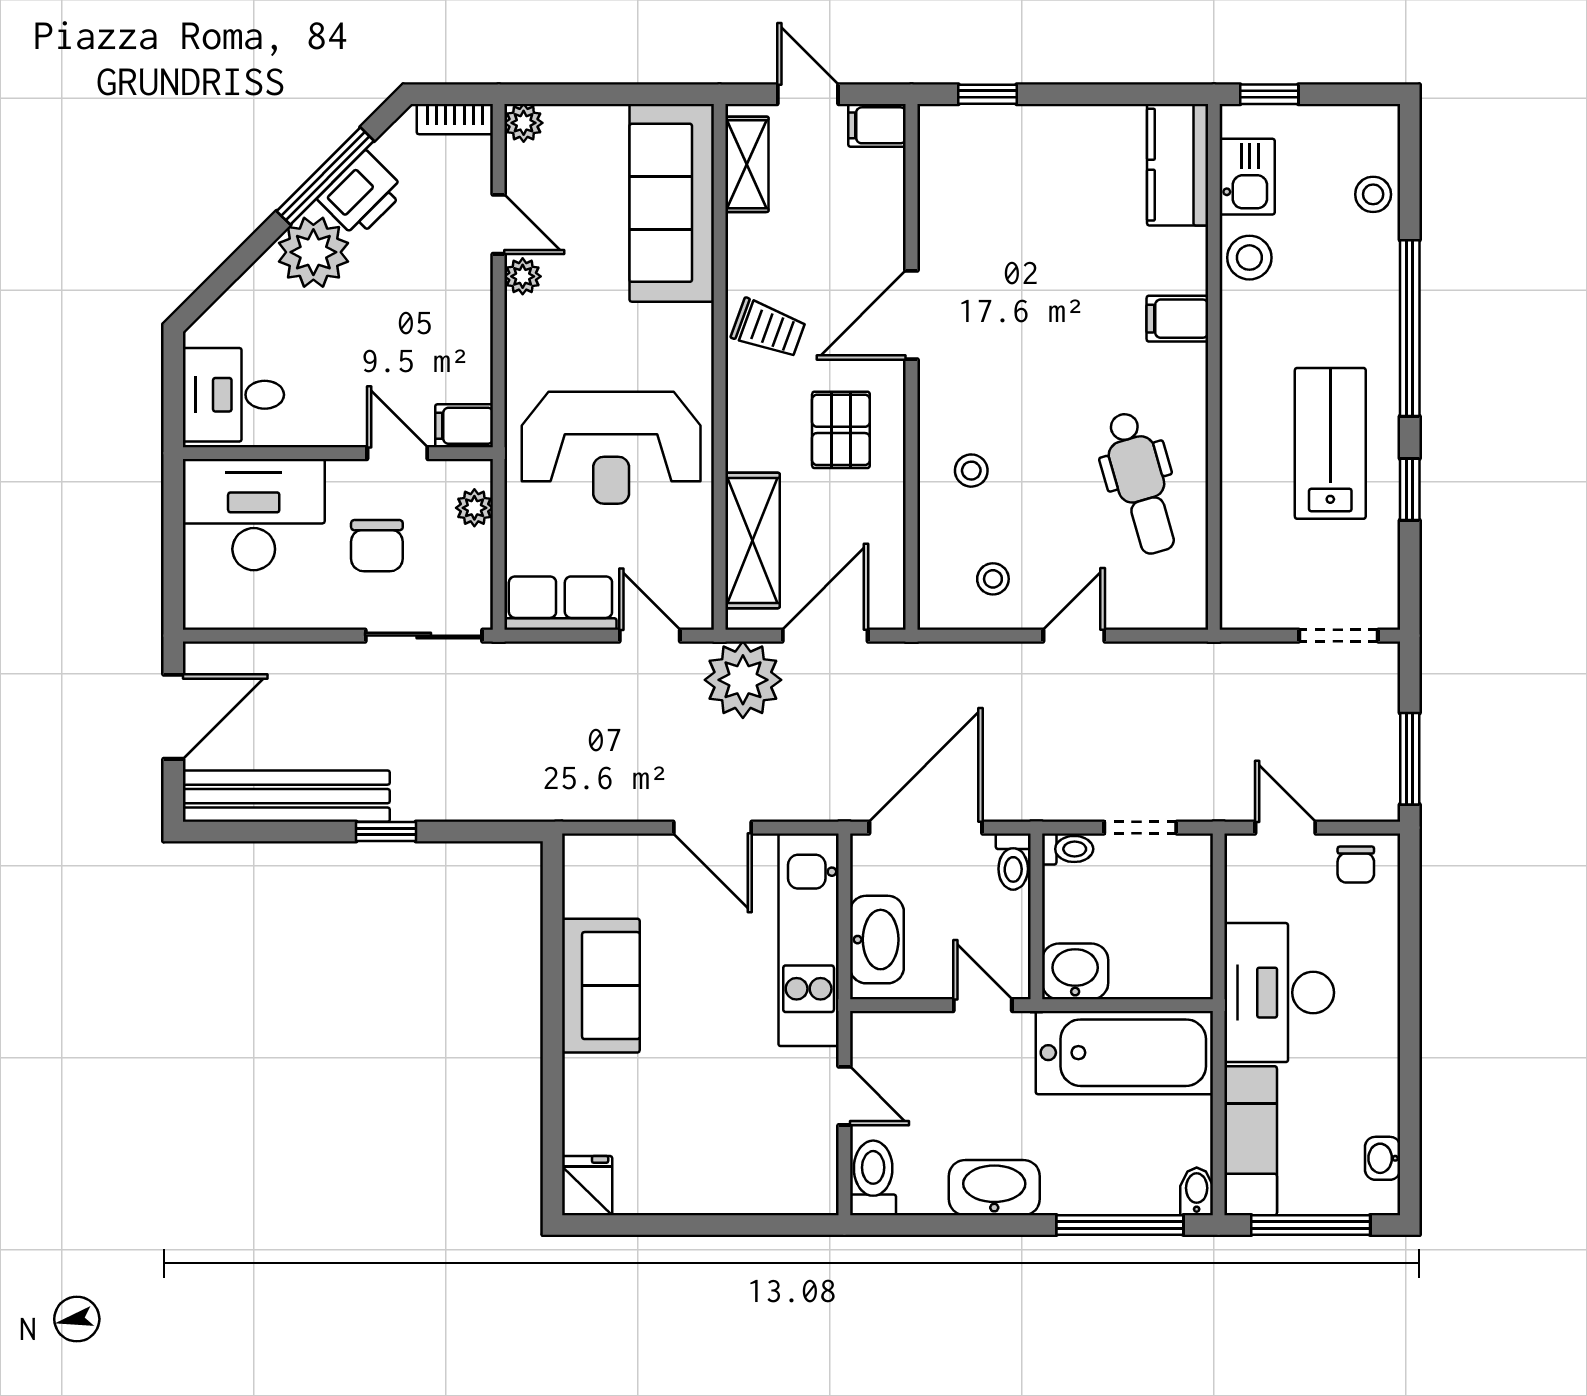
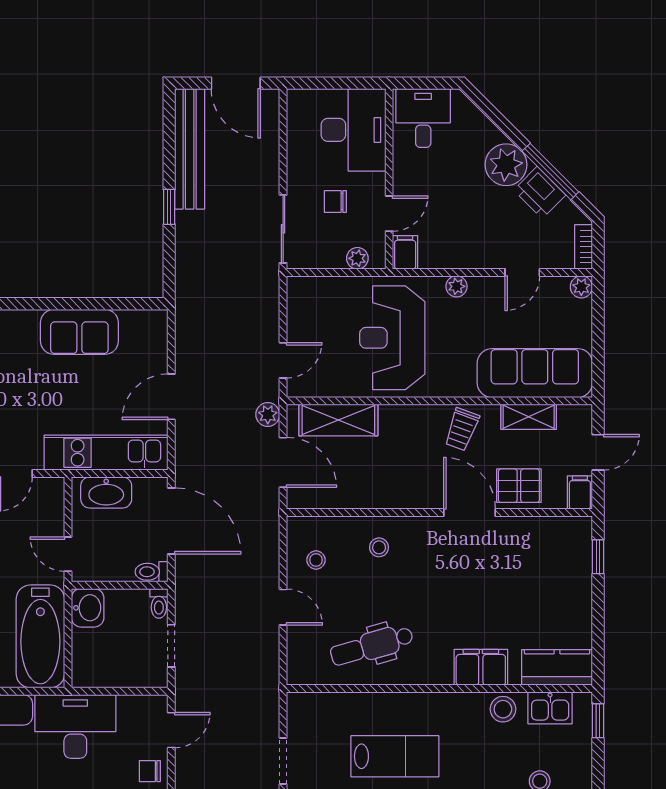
shelving: (747, 164) -> (529, 417), moved
plant: (523, 276) -> (457, 286), moved
filing cabinet: (1177, 319) -> (481, 667), width x2.00
pallet: (841, 430) -> (519, 486), moved
chair: (377, 546) -> (335, 202), width x0.73, depth x0.73
row of seats: (560, 603) -> (302, 308), removed
plant: (743, 680) -> (268, 415), width x0.53, depth x0.53
door: (983, 1005) -> (68, 554), swing flipped

